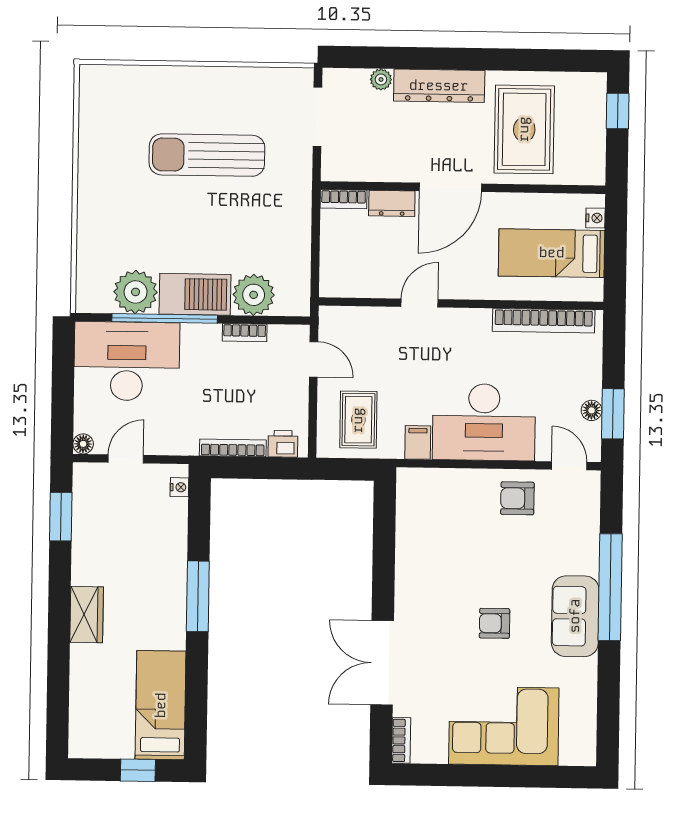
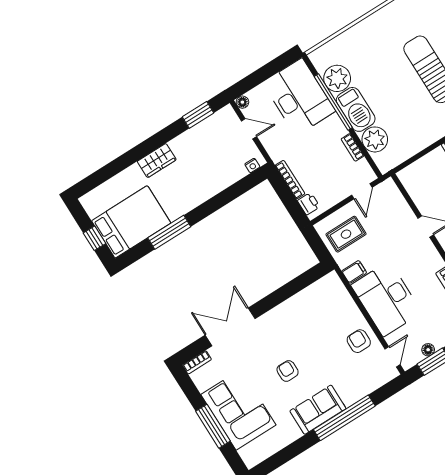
window: (198, 596) -> (169, 232), moved
bed: (161, 705) -> (131, 222), width x1.50
window: (504, 776) -> (213, 426), added

